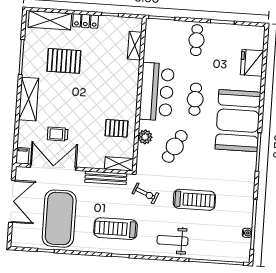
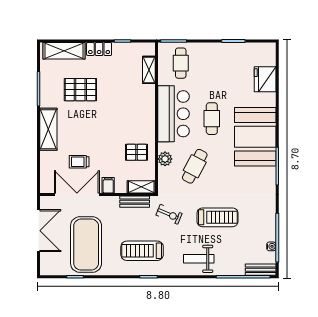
cafe table: (196, 40) -> (181, 63), moved
filing cabinet: (22, 156) -> (108, 185), moved
bench: (106, 178) -> (135, 202), width x0.73
bench: (235, 256) -> (261, 270), added

